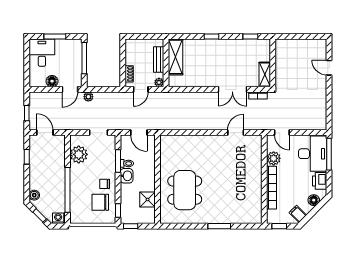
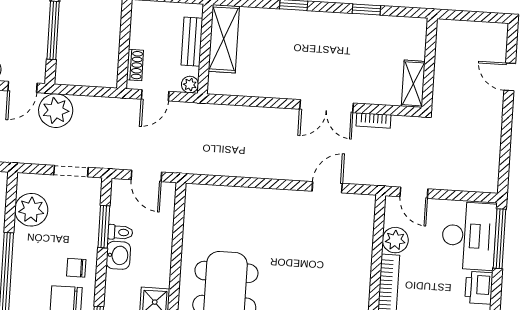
wall: (273, 63) -> (430, 63), moved
shelving: (265, 75) -> (413, 84), moved
plant: (88, 97) -> (56, 111), width x1.87, depth x1.87

